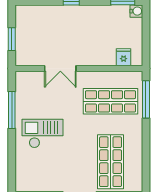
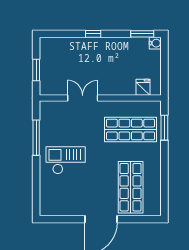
double door: (60, 69) -> (83, 98), swing flipped
window: (146, 99) -> (164, 128), width x0.69

